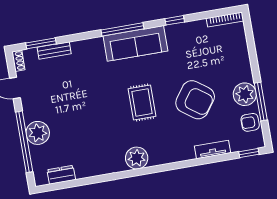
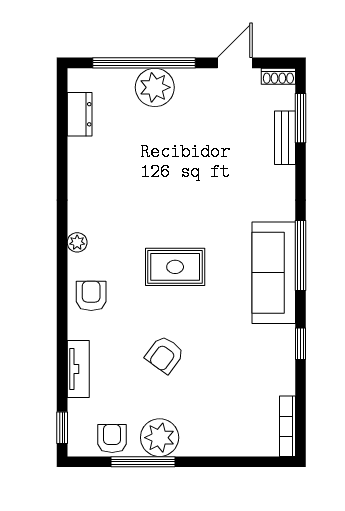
armchair: (195, 100) -> (165, 355), width x0.53, depth x0.53
armchair: (168, 149) -> (91, 296), added
plant: (137, 158) -> (77, 242), width x0.53, depth x0.53

